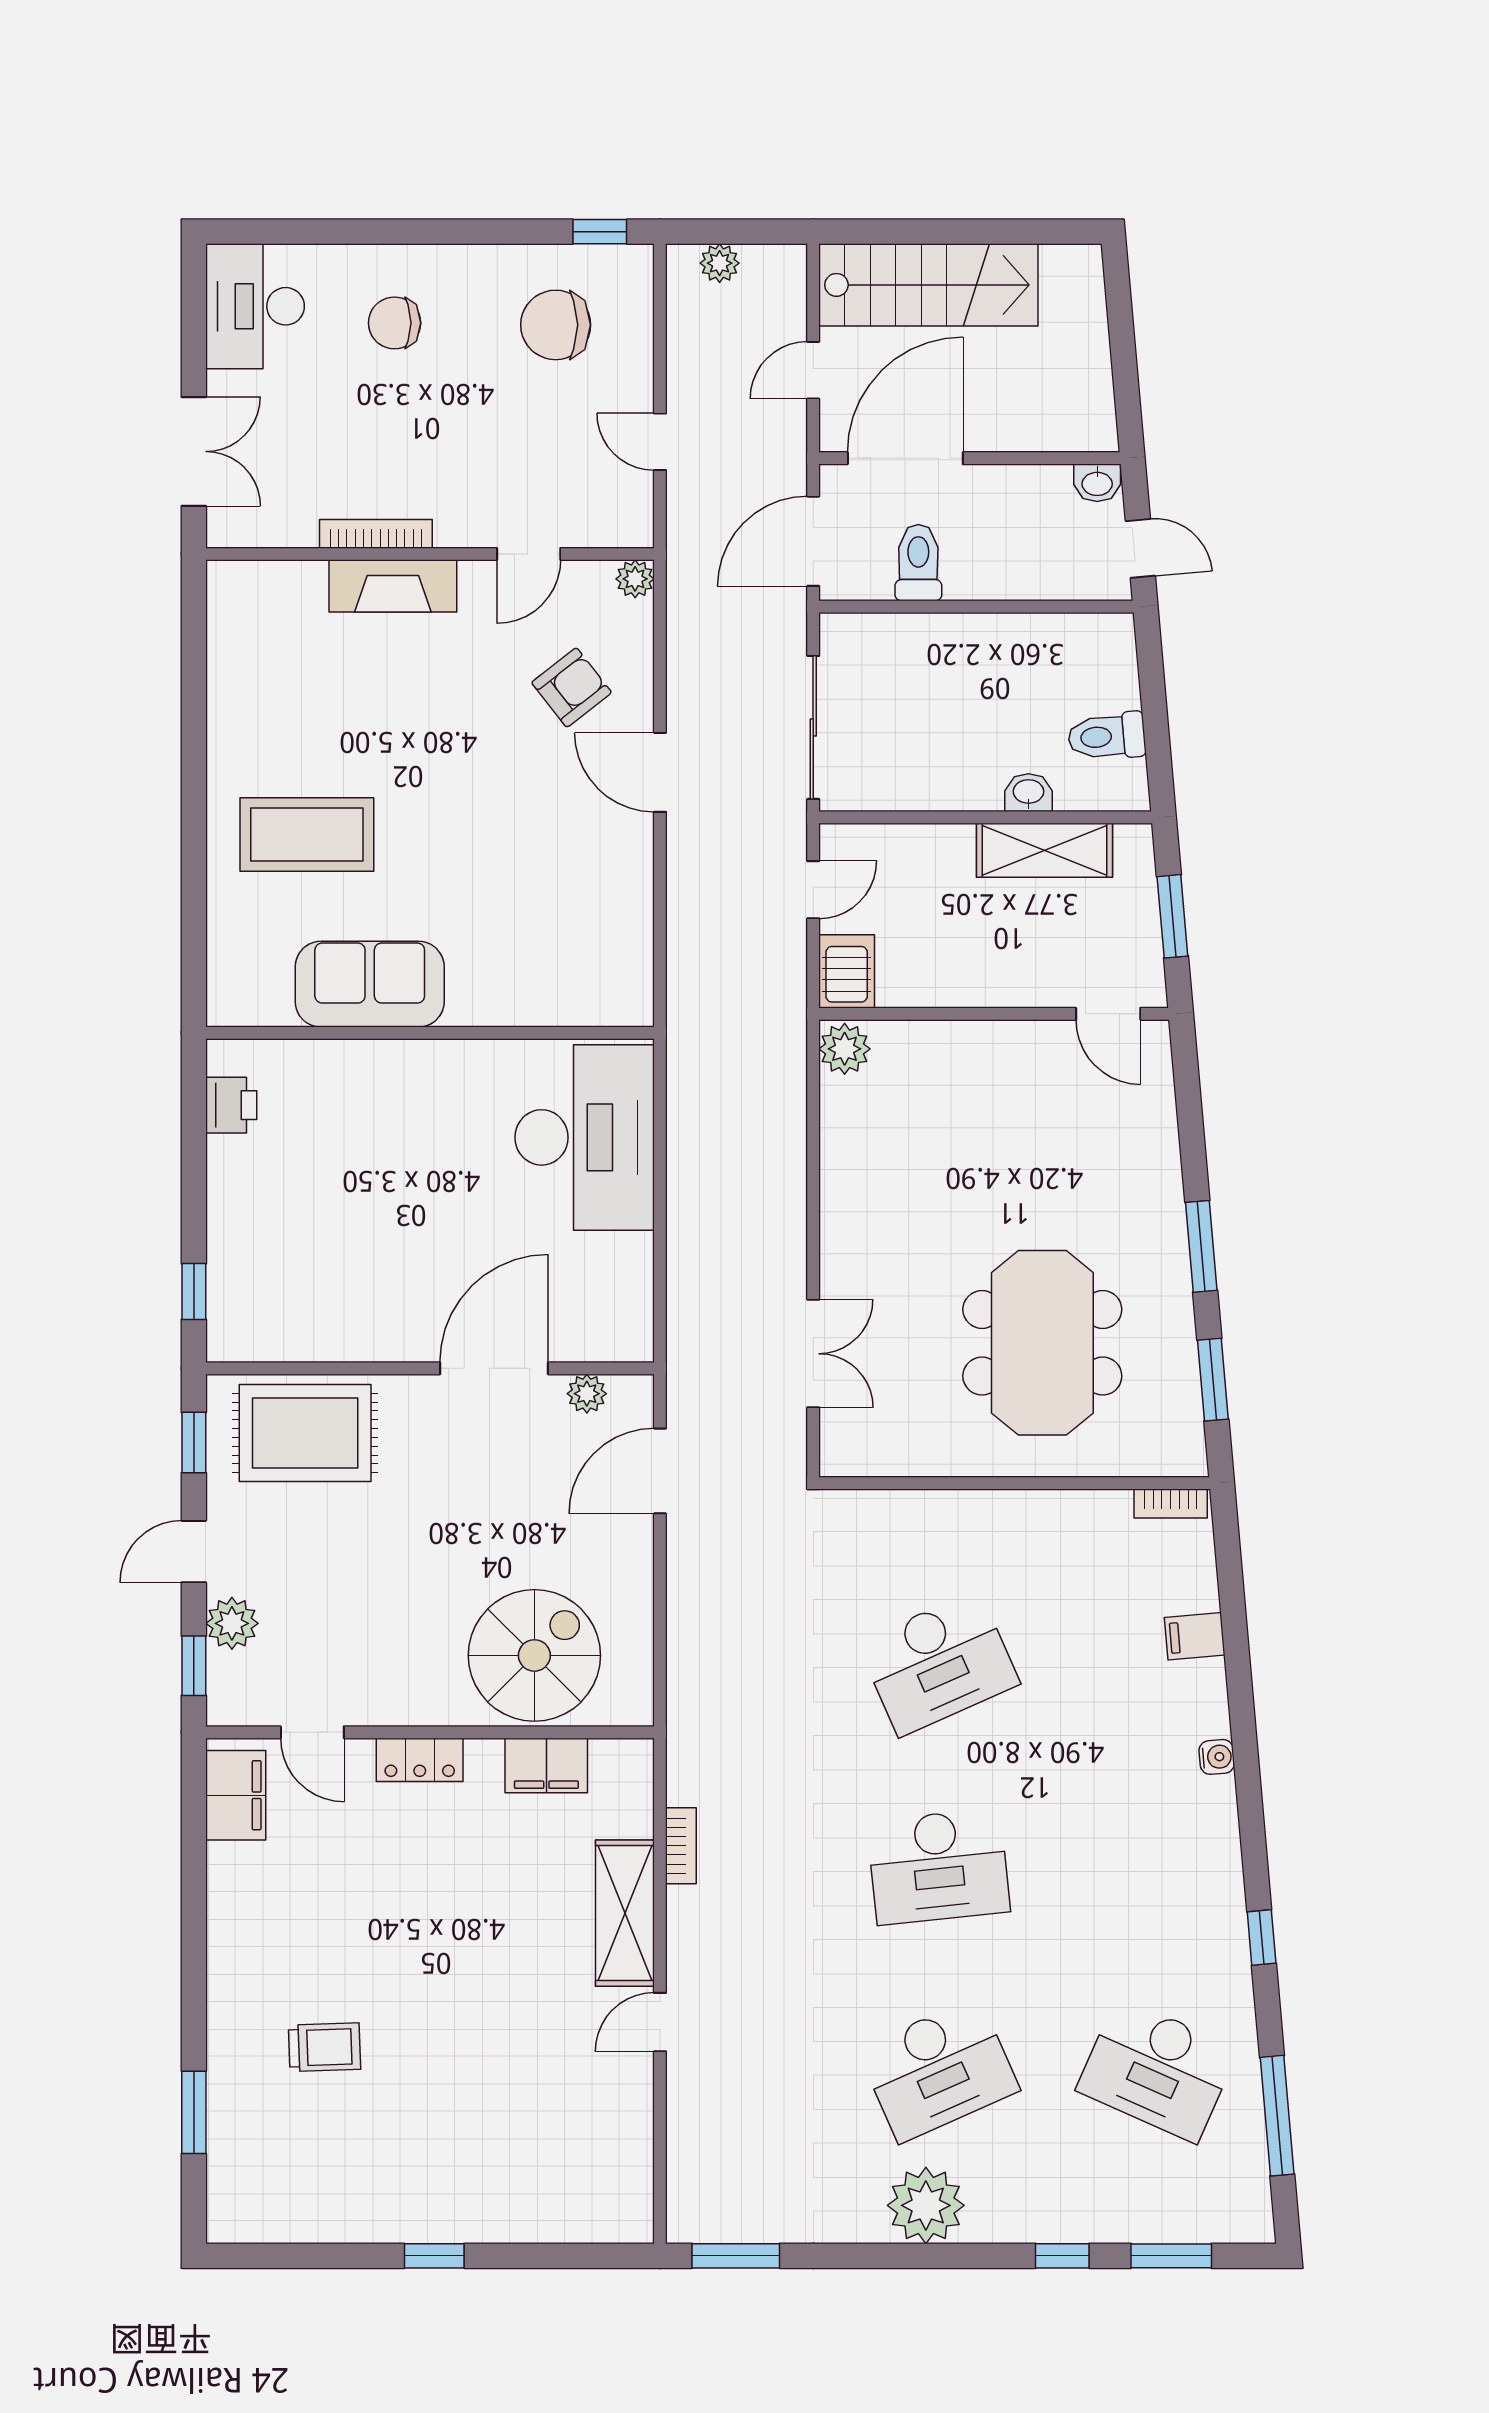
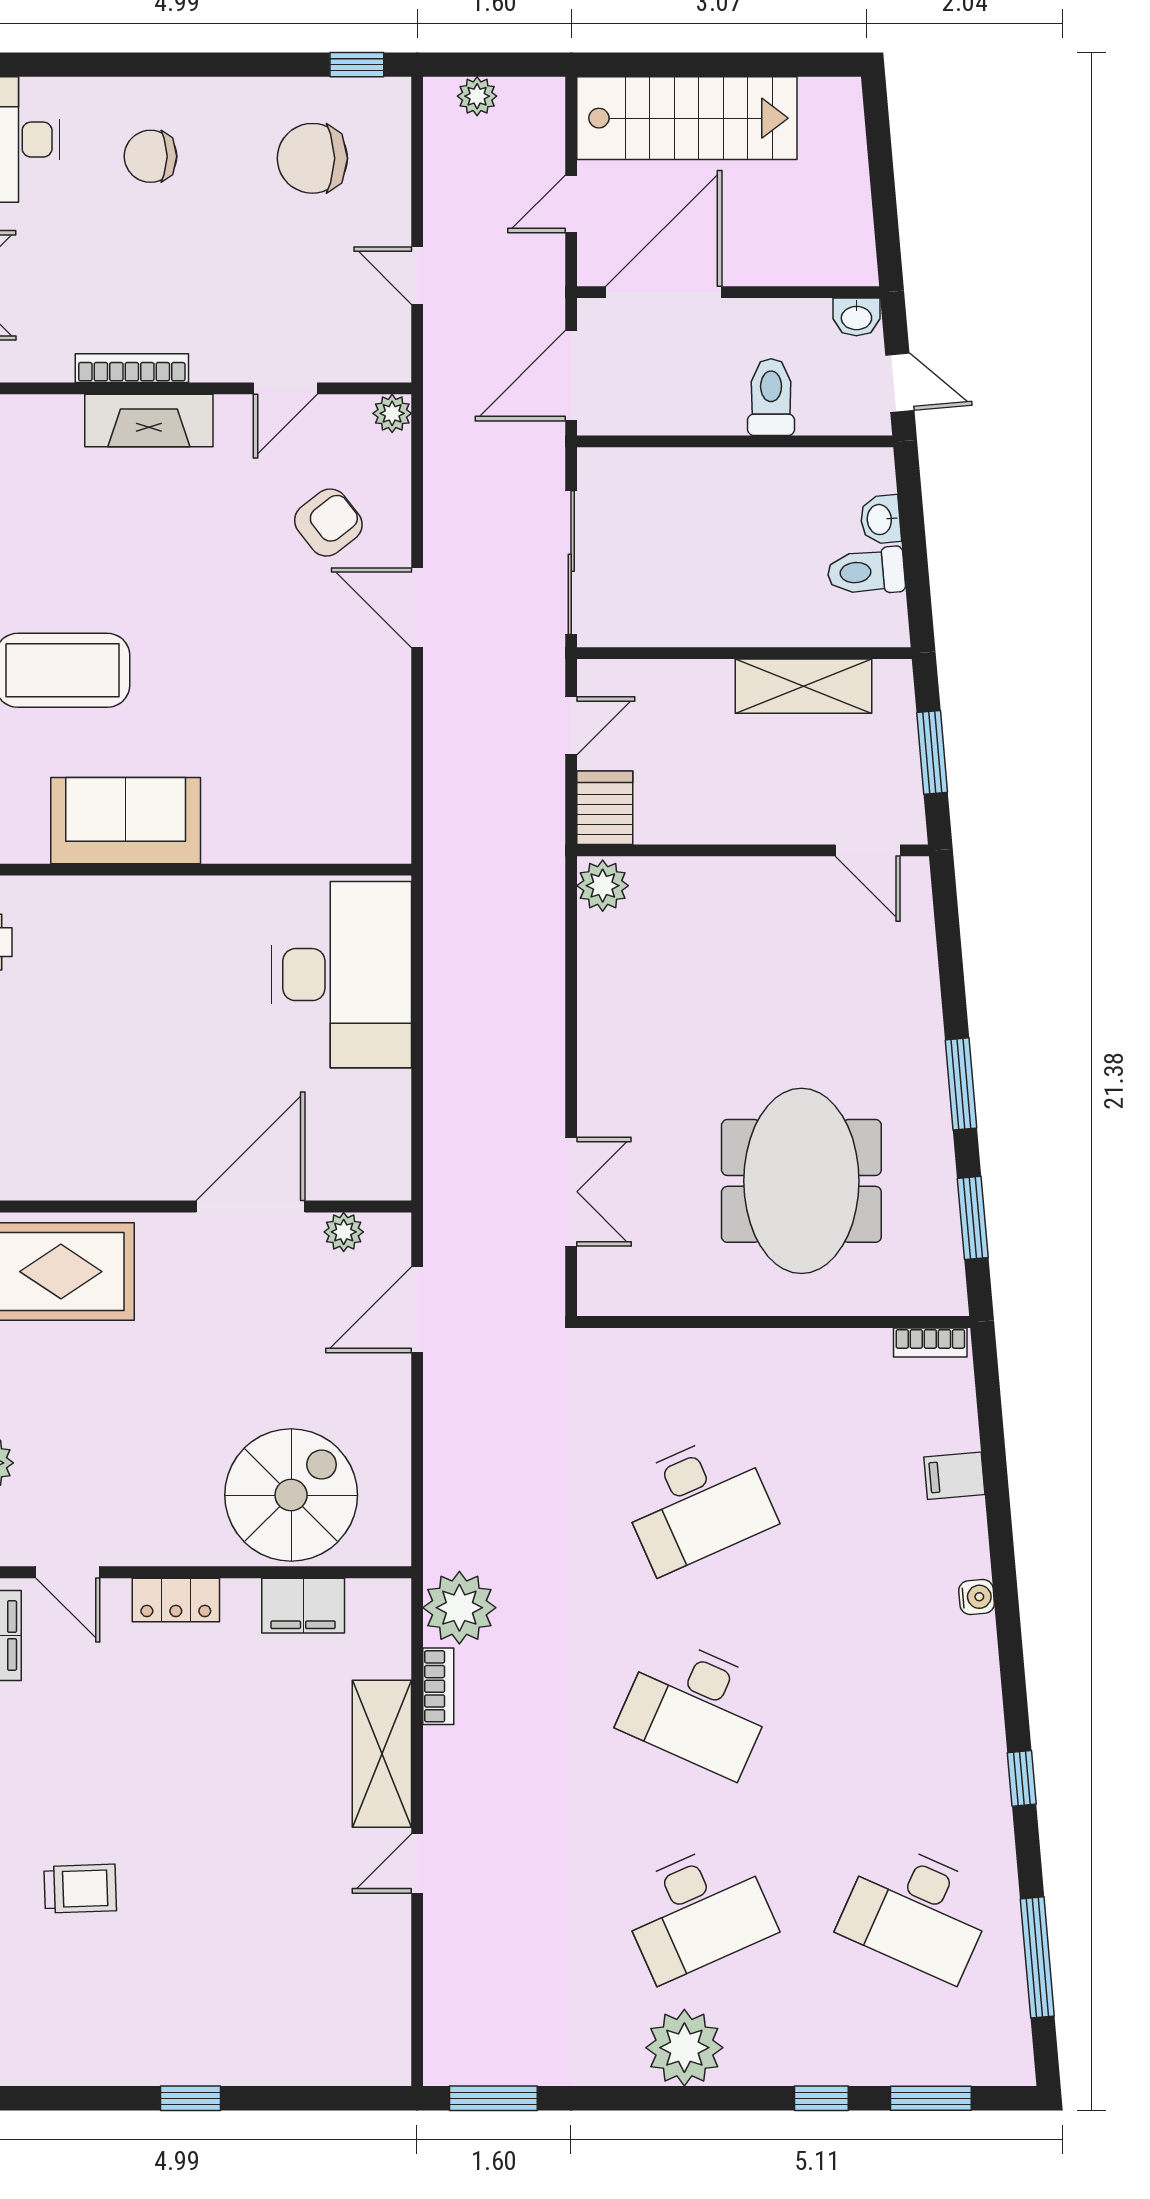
toilet: (918, 563) -> (771, 397), moved
washbasin: (1028, 793) -> (880, 519), moved, turned -95
plant: (702, 1768) -> (459, 1608), added
desk: (938, 1866) -> (697, 1707), turned 30

